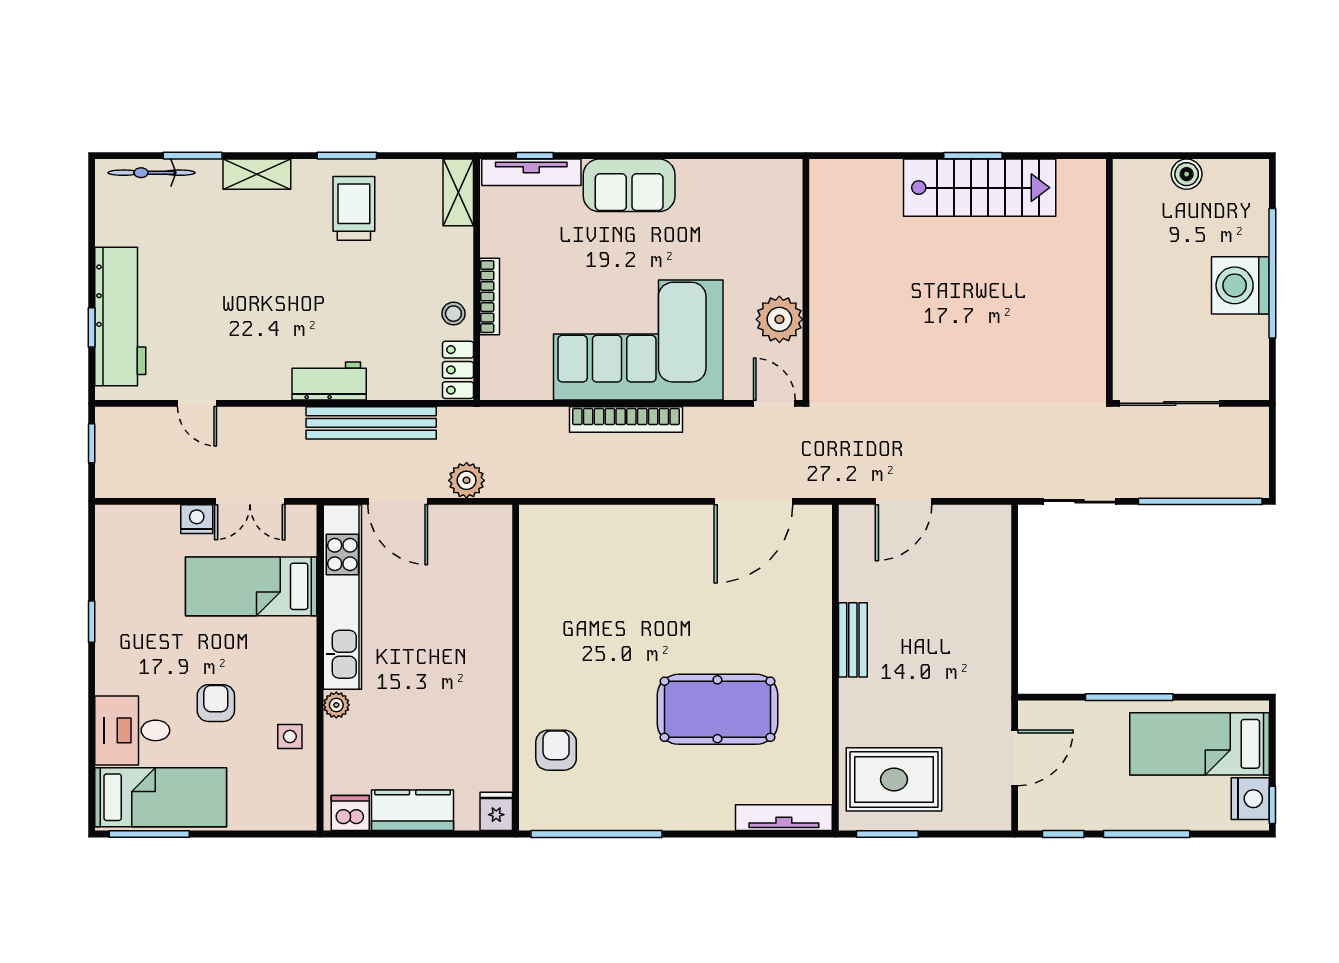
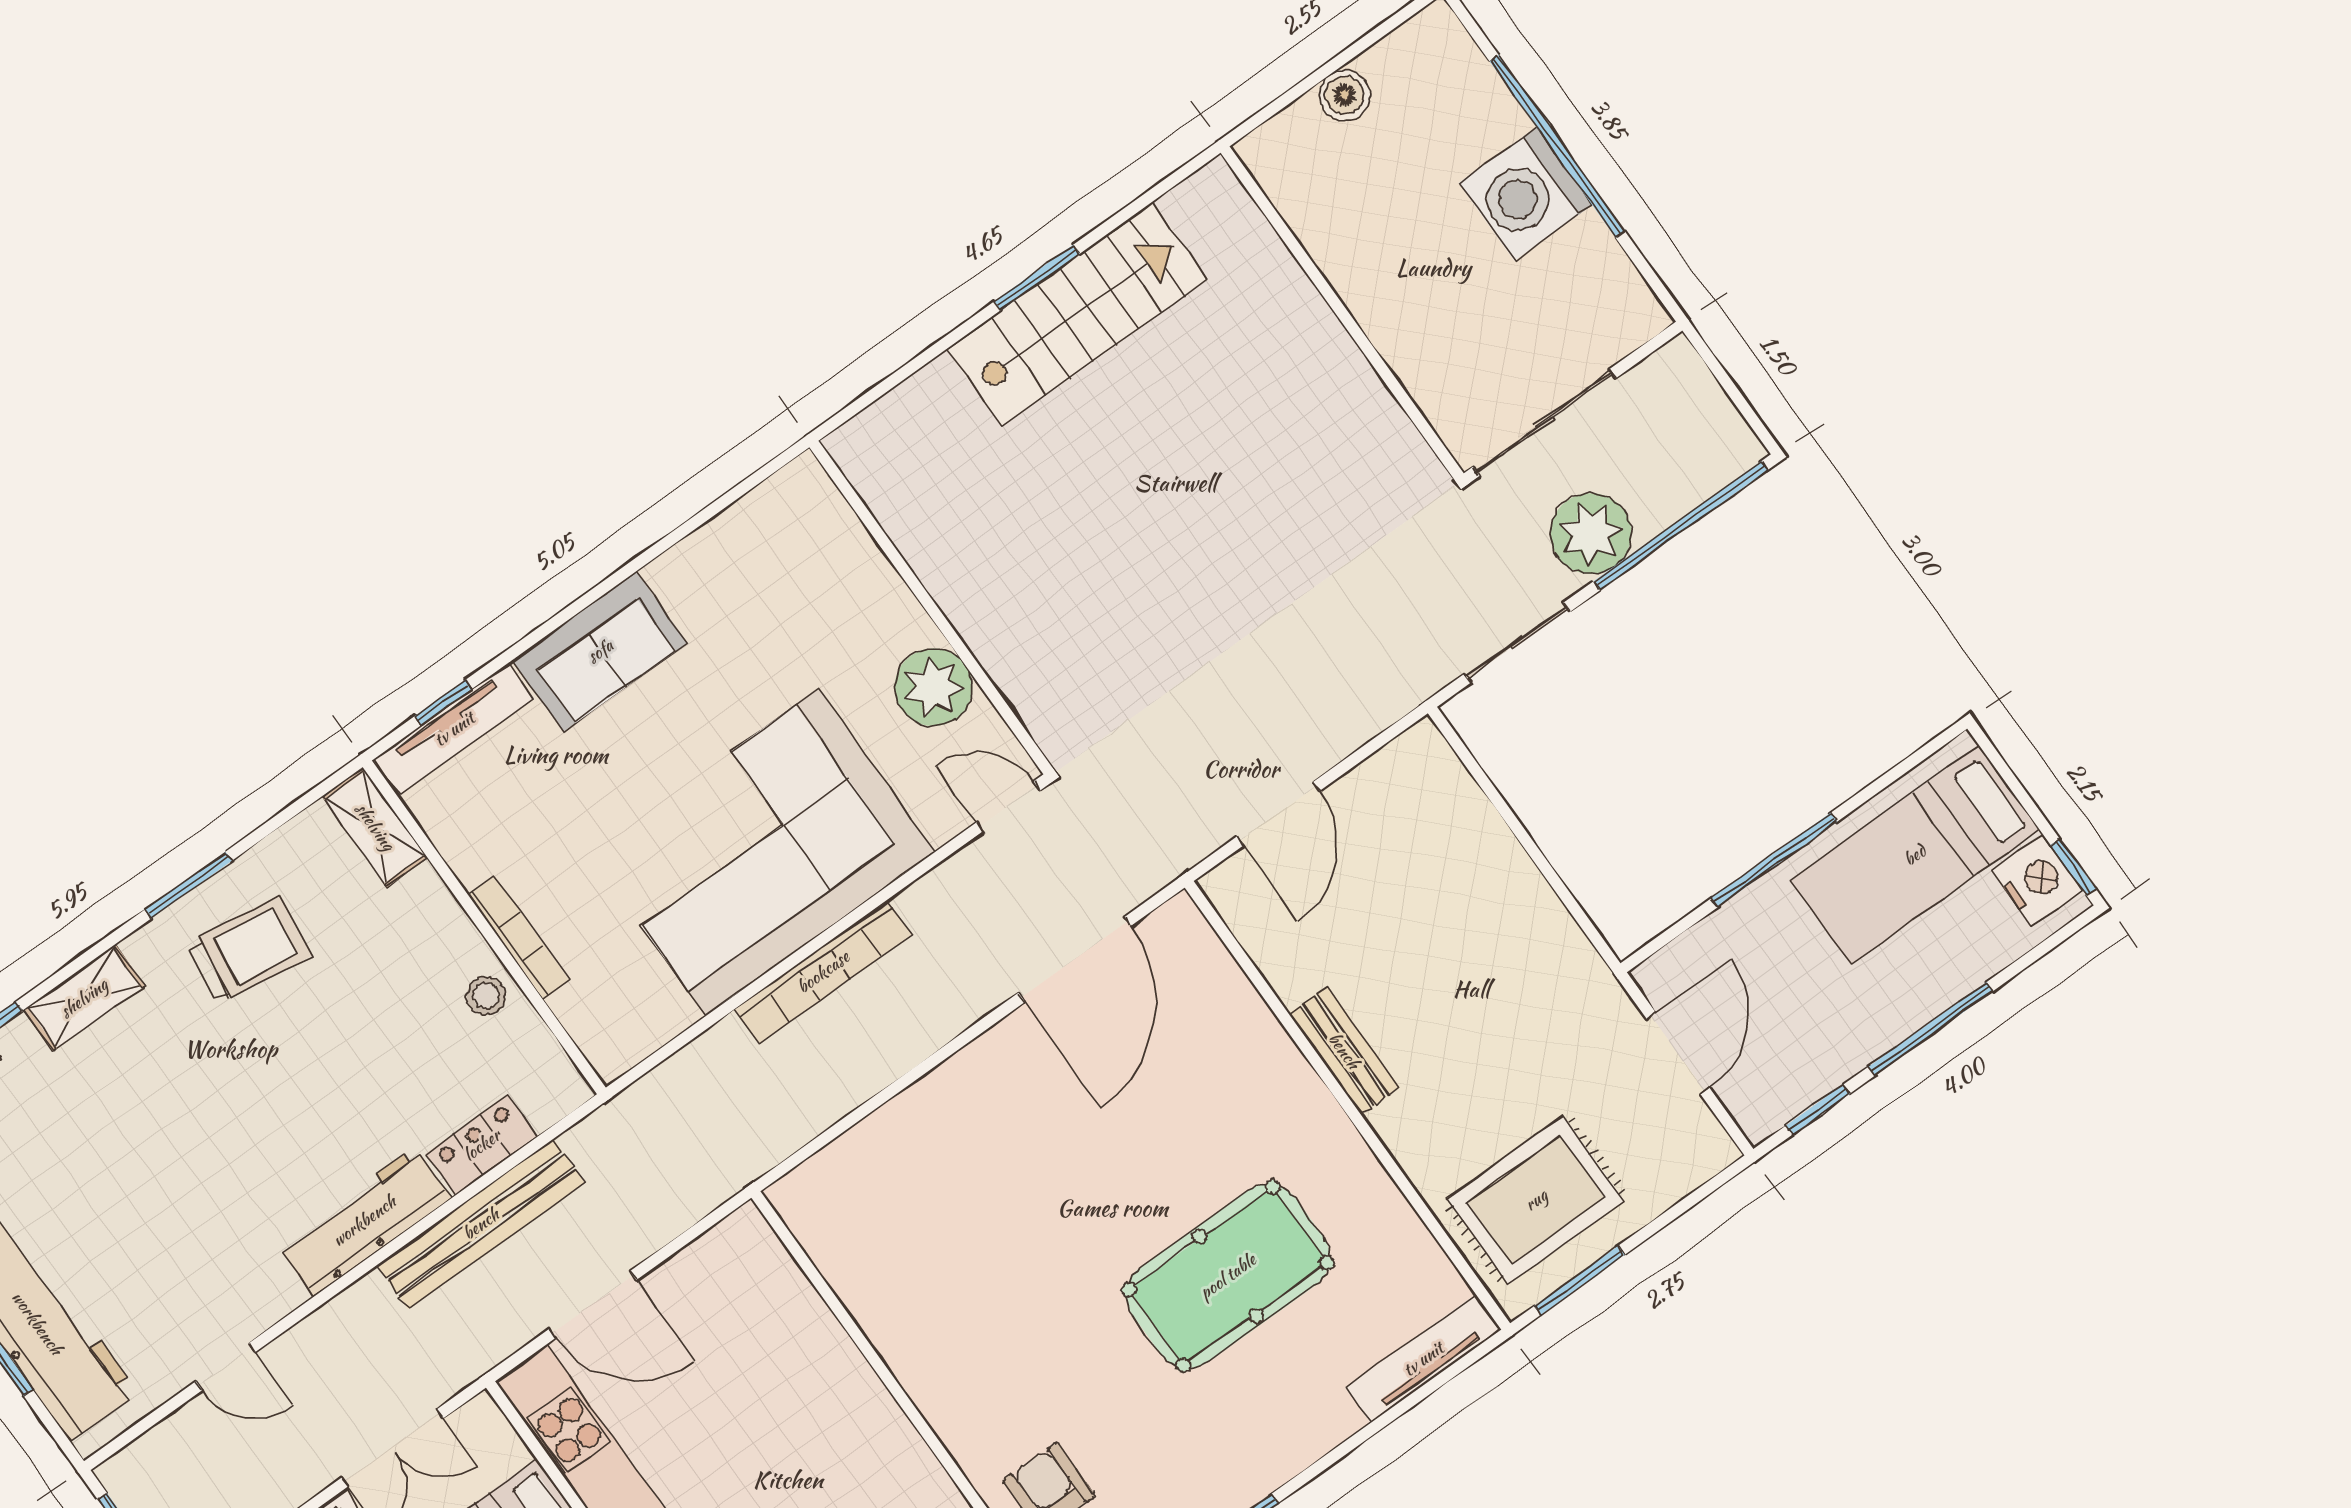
trolley: (354, 208) -> (249, 950), turned 98
locker: (458, 370) -> (482, 1145), moved, turned 90
workbench: (329, 381) -> (364, 1221), width x1.38
plant: (467, 480) -> (1591, 533), moved, width x1.36, depth x1.36

